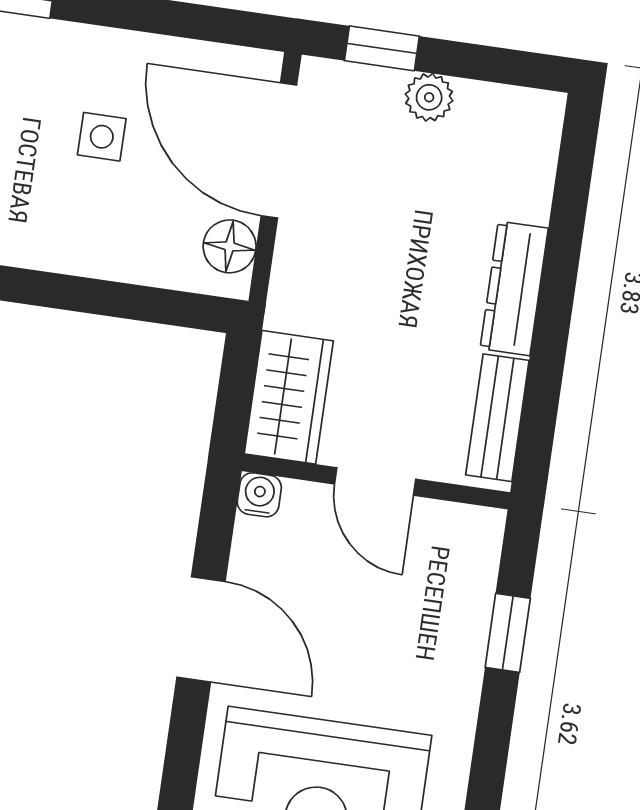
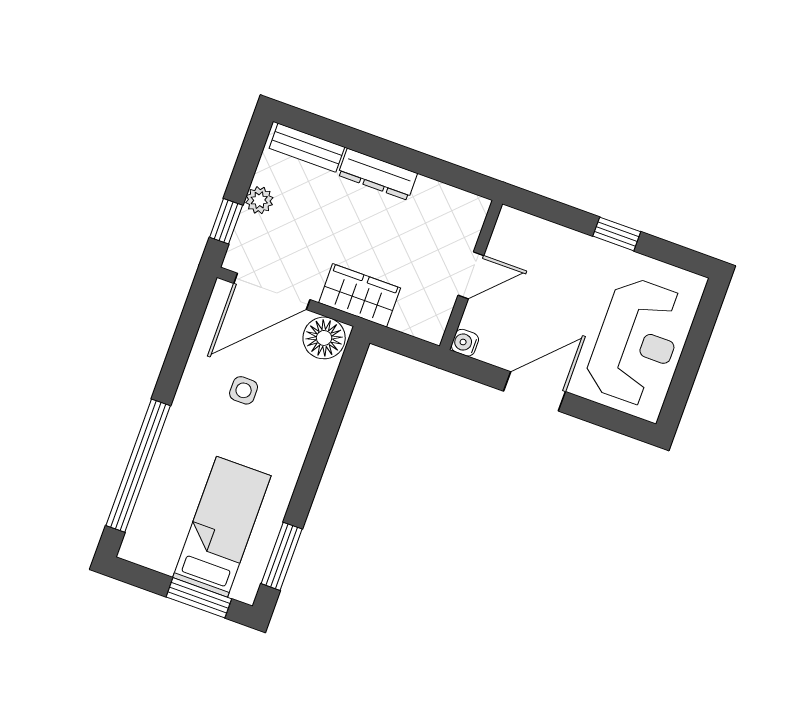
floor lamp: (230, 246) -> (324, 338), width x1.38, depth x1.38
wardrobe: (289, 397) -> (360, 295), moved
bench: (497, 418) -> (307, 148), moved
window: (508, 633) -> (617, 234), moved

